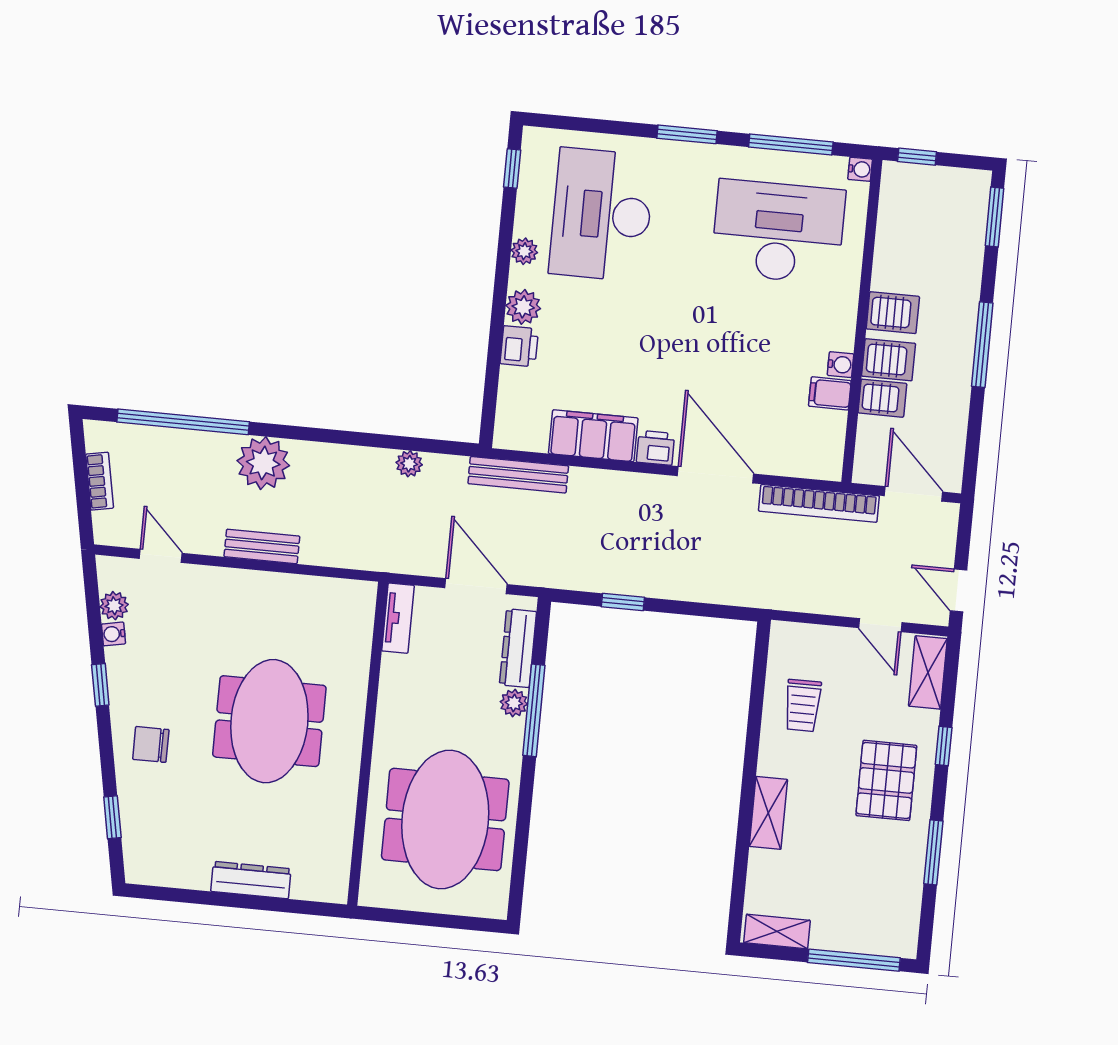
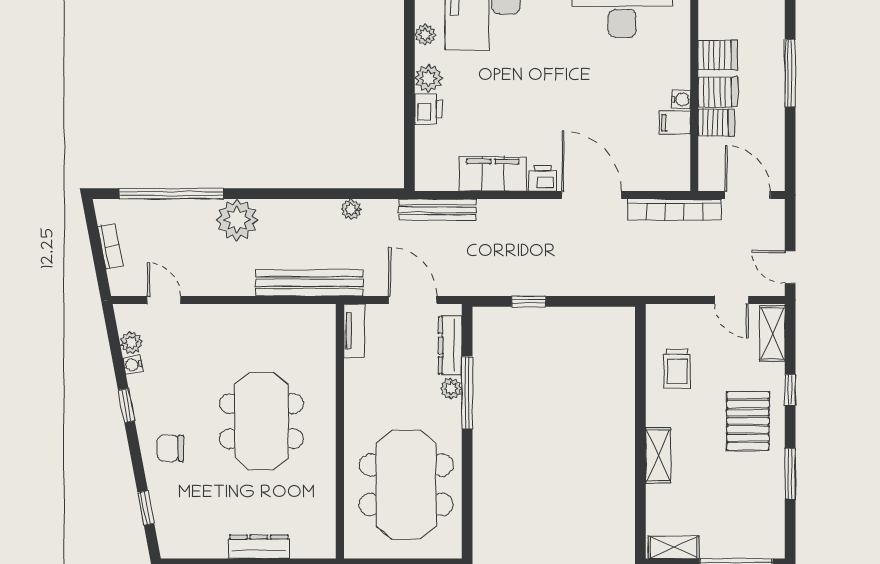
bench: (262, 546) -> (309, 283), moved, width x1.86, depth x1.21

